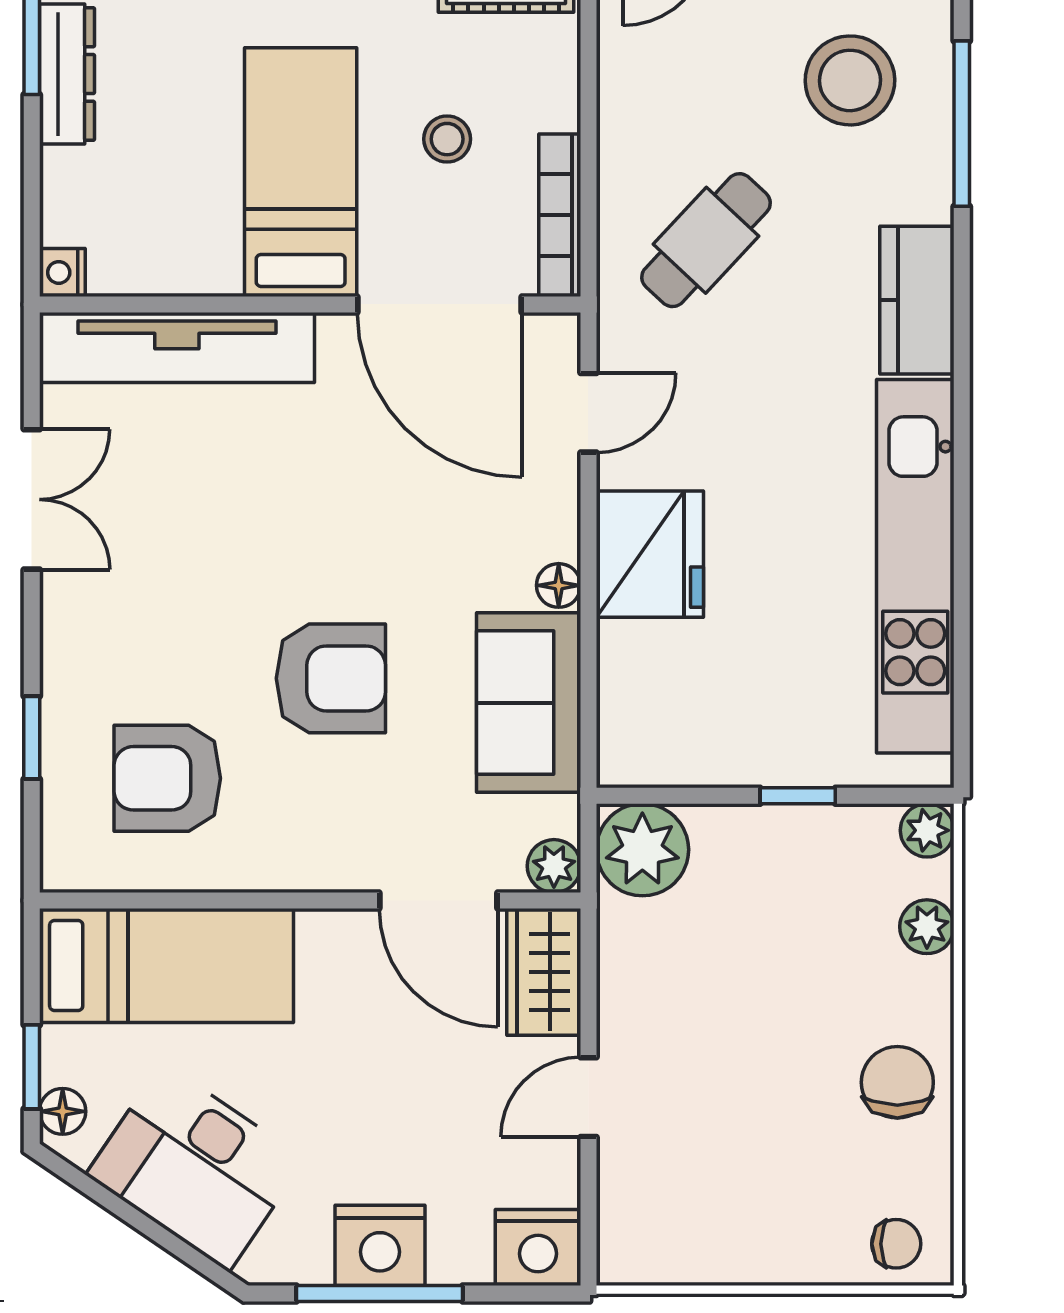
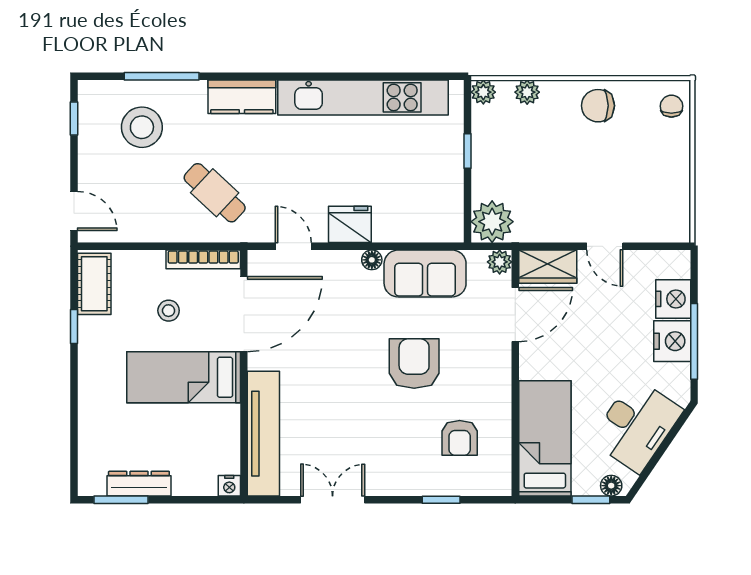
fridge: (650, 554) -> (350, 224), width x0.73, depth x0.75
armchair: (167, 778) -> (460, 438), width x0.72, depth x0.72
nightstand: (538, 1247) -> (673, 299), moved

